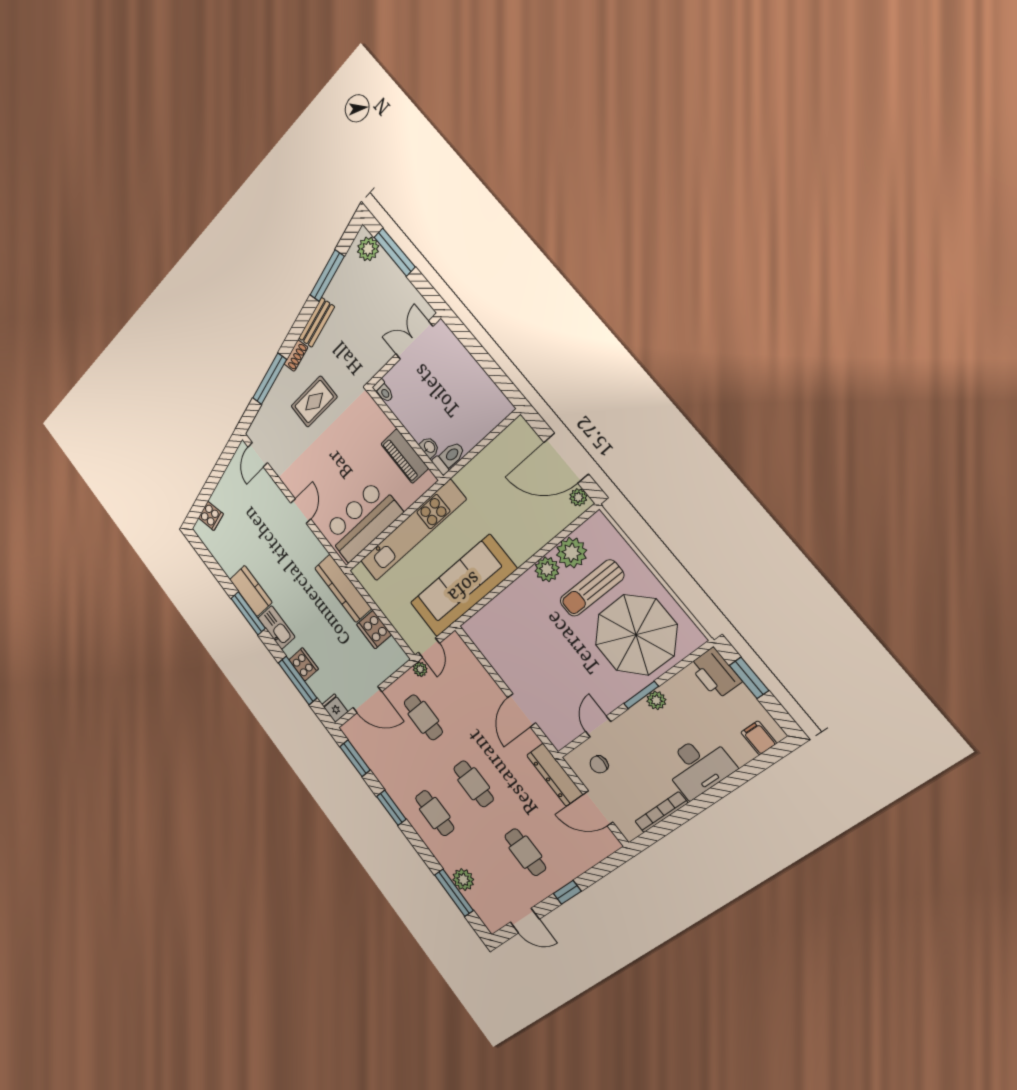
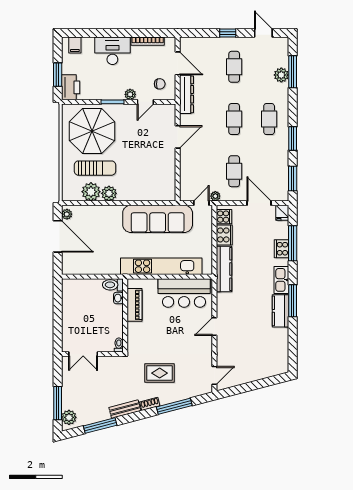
cooker: (211, 516) -> (224, 217), moved, turned 105
plant: (656, 700) -> (130, 94), moved

